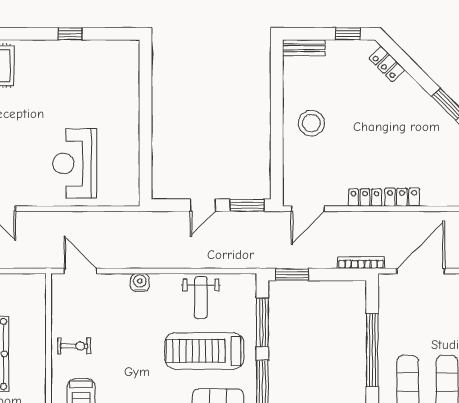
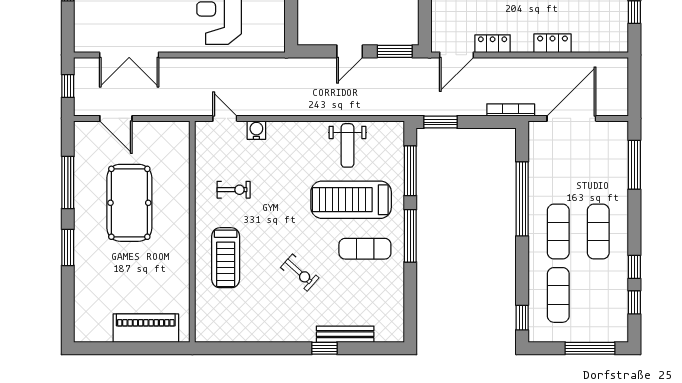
locker: (365, 198) -> (493, 44), moved
door: (80, 271) -> (225, 118), width x0.73
water cooler: (140, 282) -> (256, 130), moved
exercise bike: (74, 346) -> (234, 190), moved

